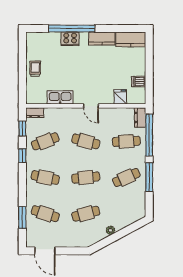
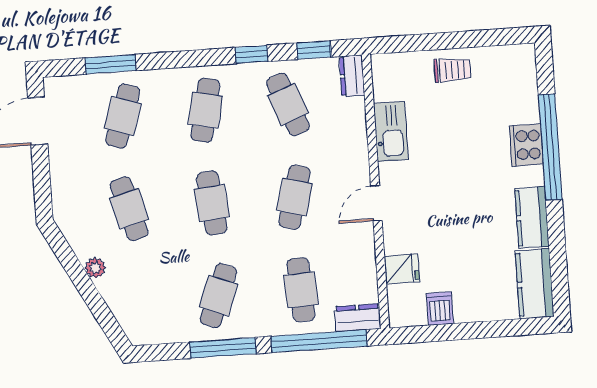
cafe table: (126, 178) -> (218, 296), turned 45

